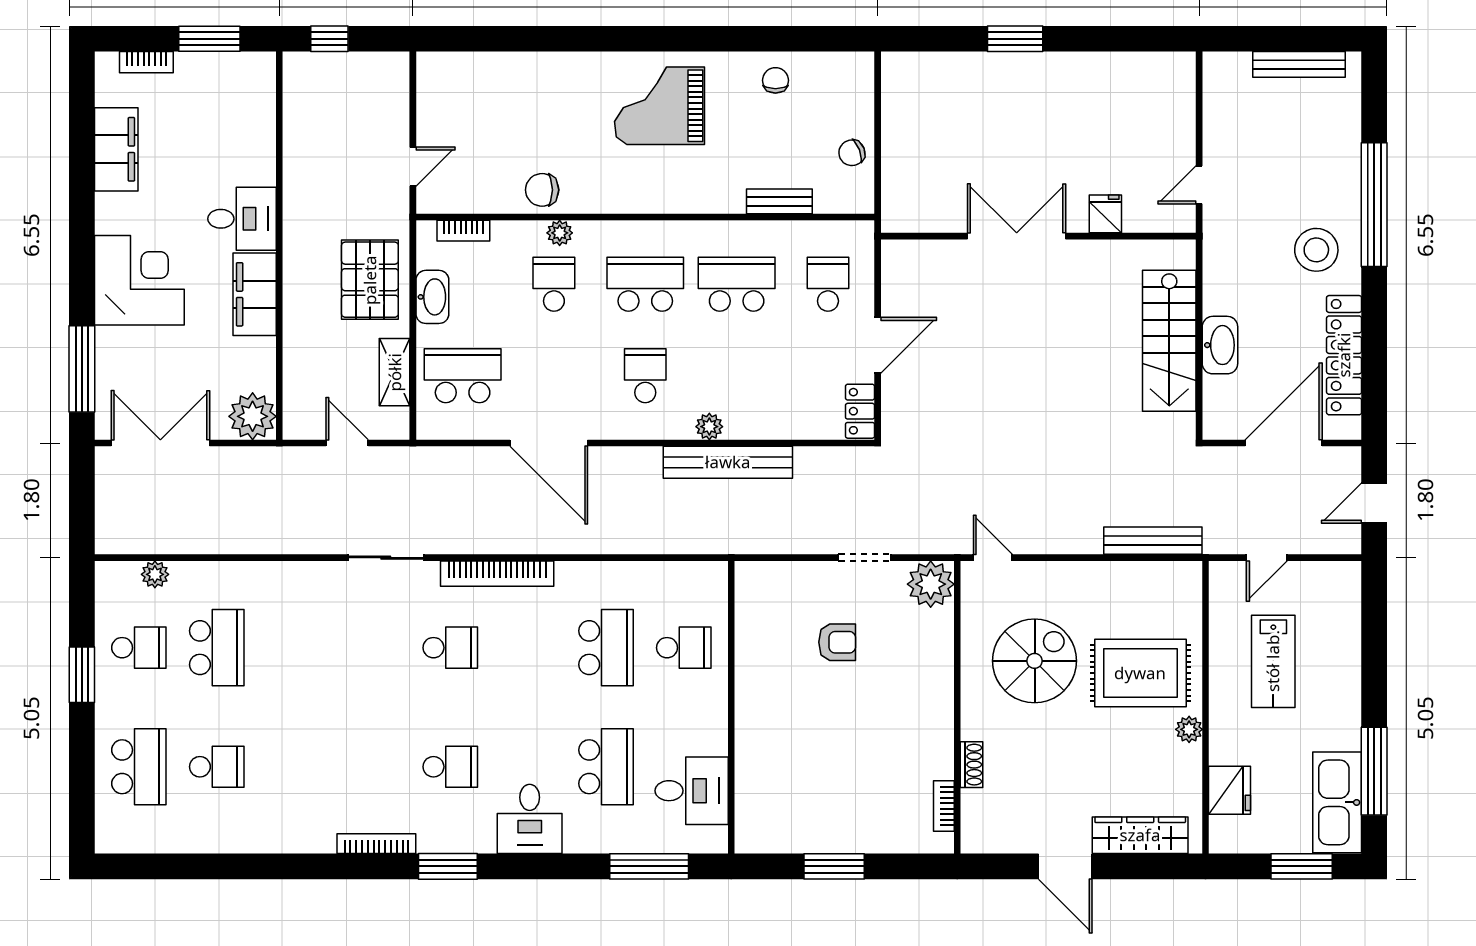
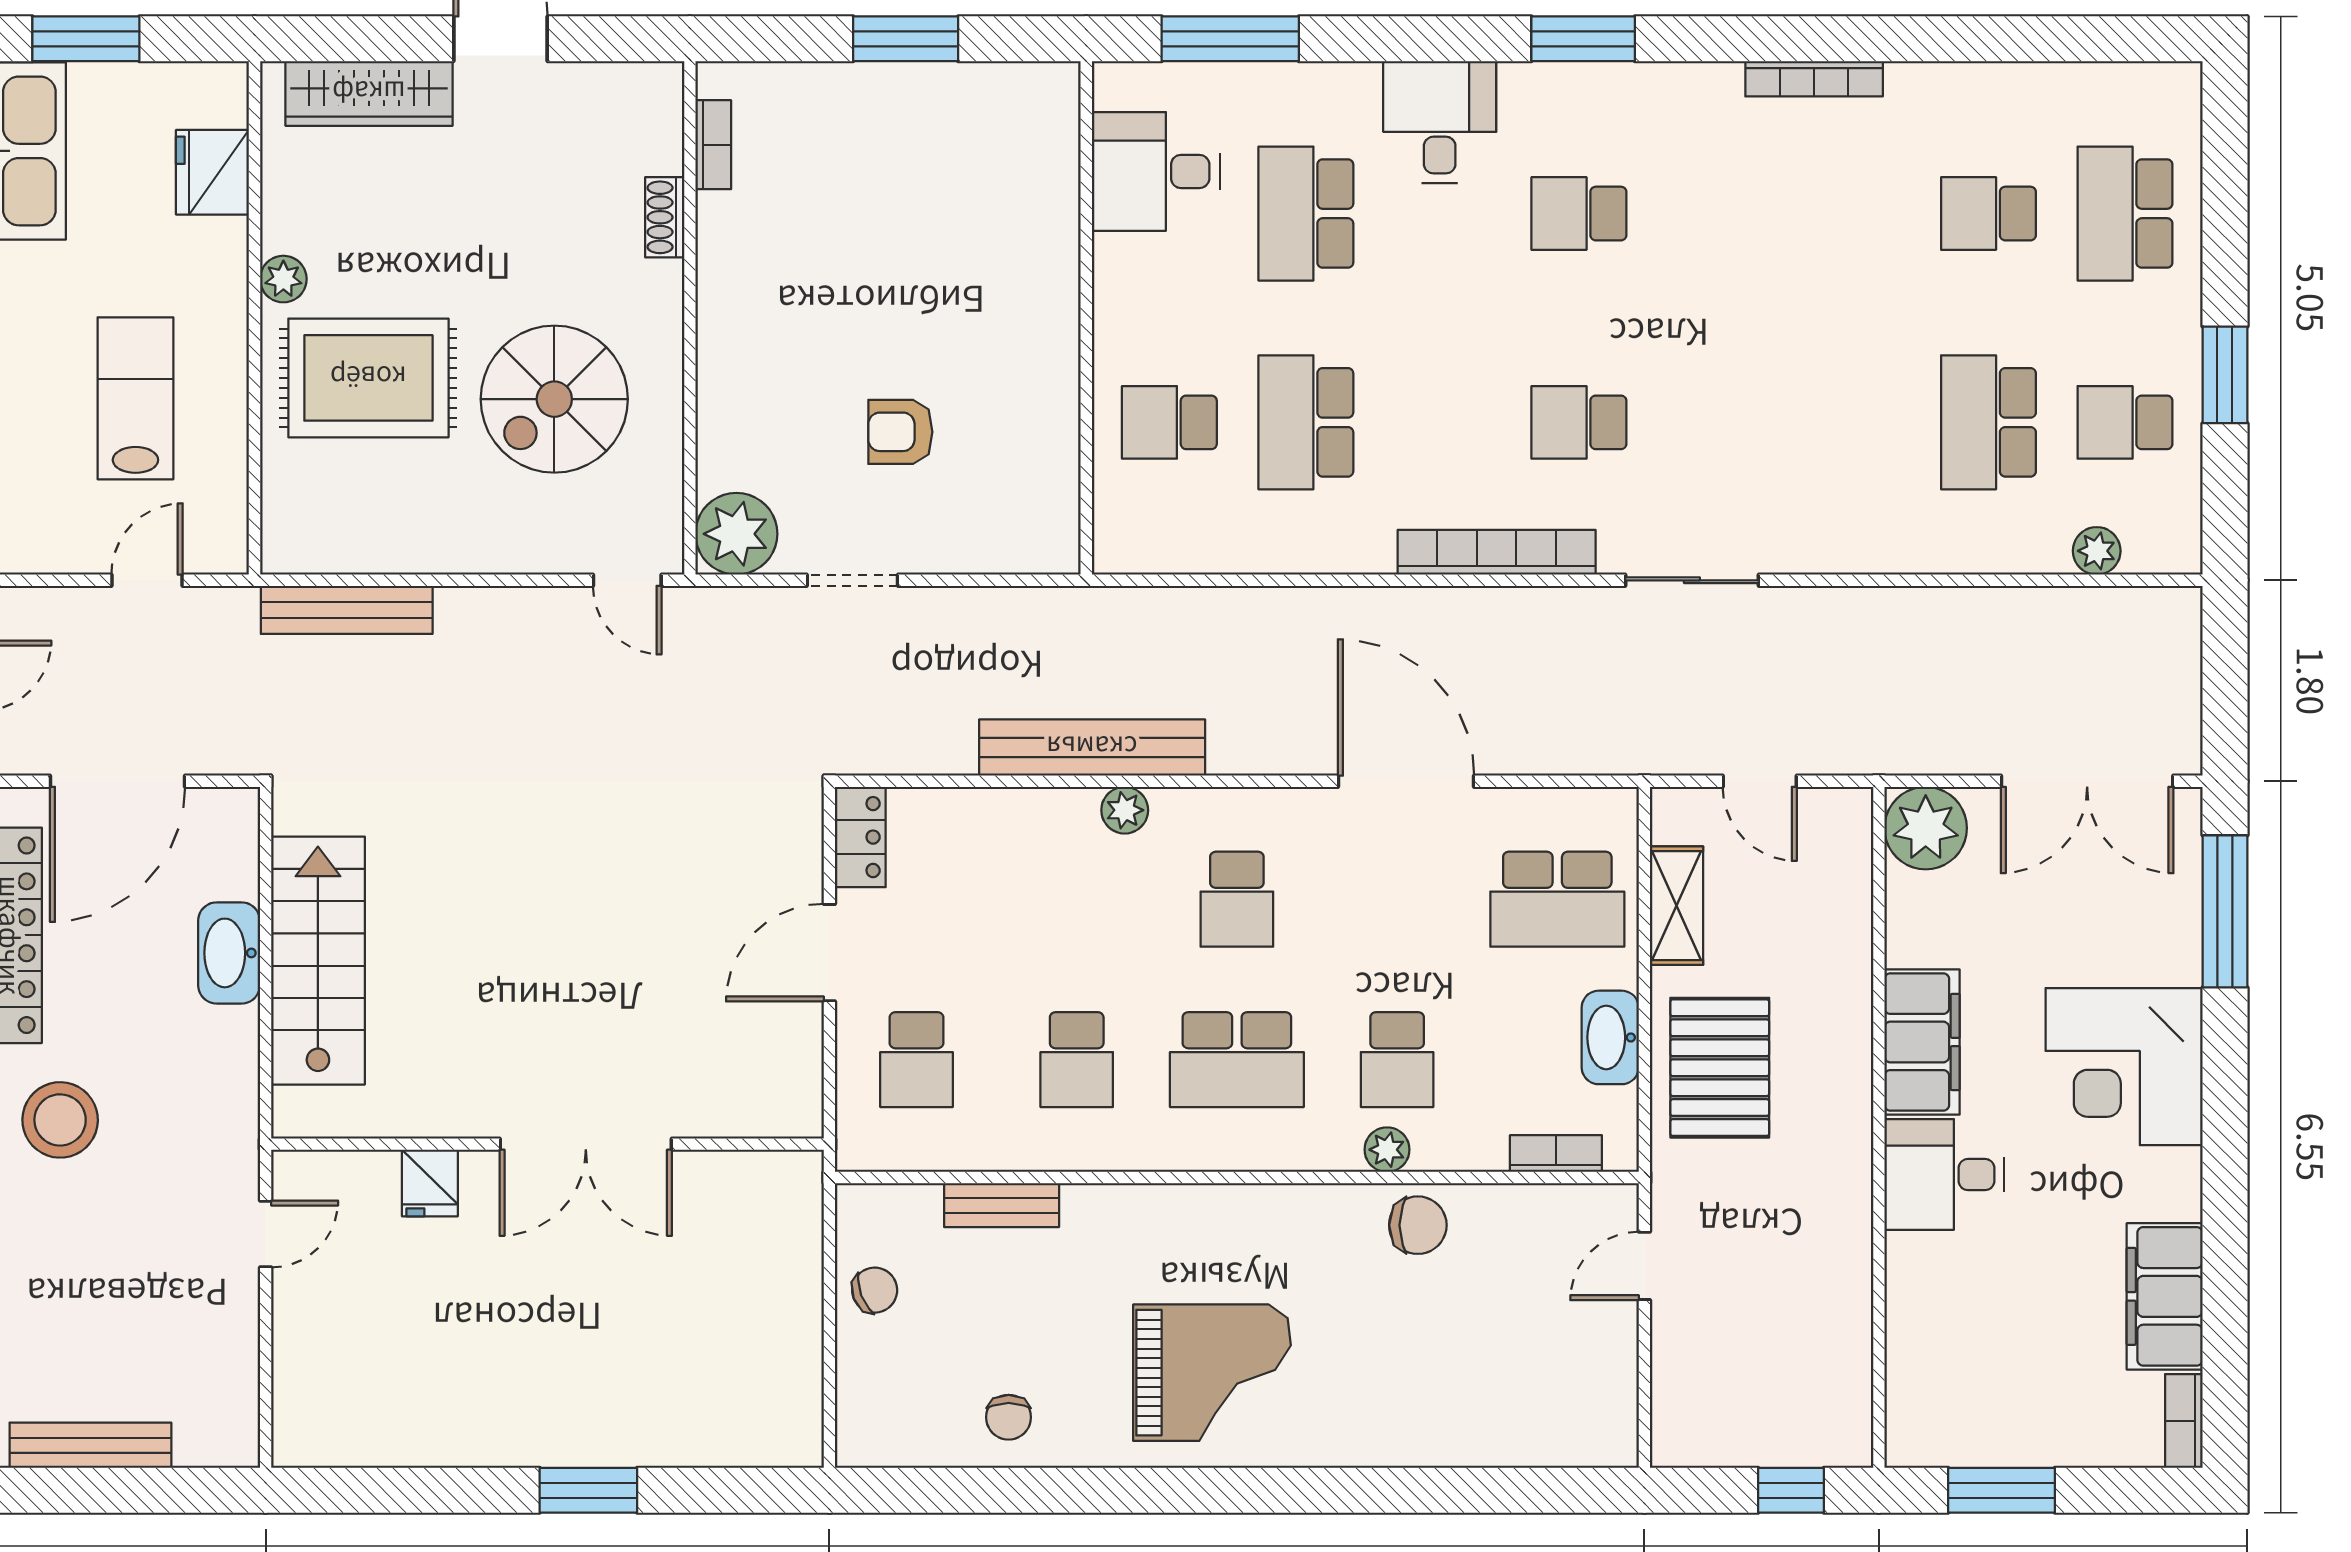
bookcase: (146, 62) -> (2184, 1421), moved, turned -90
school desk: (737, 284) -> (1077, 1060), width x0.54
bookcase: (376, 844) -> (1814, 79), moved

